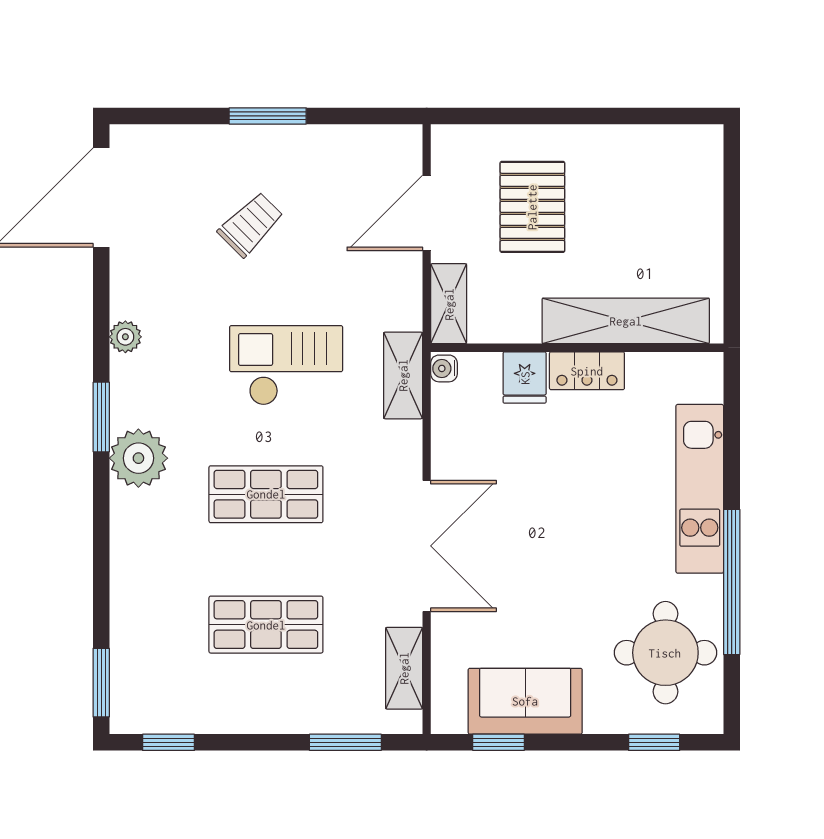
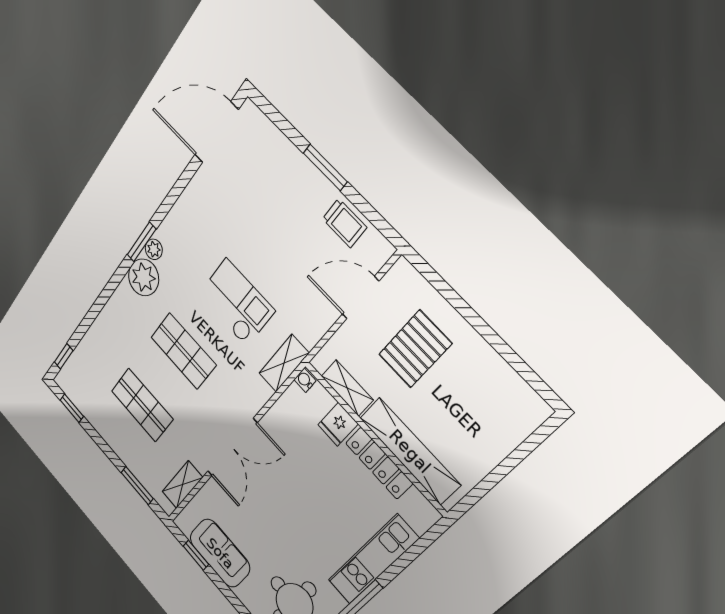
trolley: (251, 224) -> (344, 223), moved, turned 45
shelving: (449, 304) -> (347, 388), moved, turned 90
plant: (125, 337) -> (154, 249), moved
locker: (587, 371) -> (379, 463), width x1.53
window: (101, 683) -> (64, 356), width x0.67

